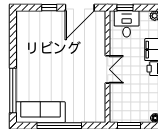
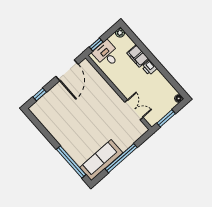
window: (49, 8) -> (40, 95), moved
double door: (108, 69) -> (134, 110), moved

